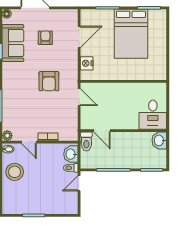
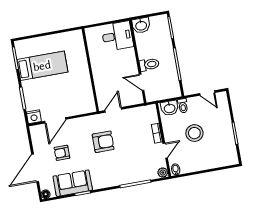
bed: (131, 34) -> (42, 66), width x0.67
door: (79, 37) -> (55, 120), swing flipped
nightstand: (87, 63) -> (34, 117), moved
door: (102, 131) -> (142, 82), swing flipped
toilet: (86, 142) -> (149, 65), moved
stool: (15, 172) -> (194, 133), moved
door: (79, 183) -> (207, 93), moved

